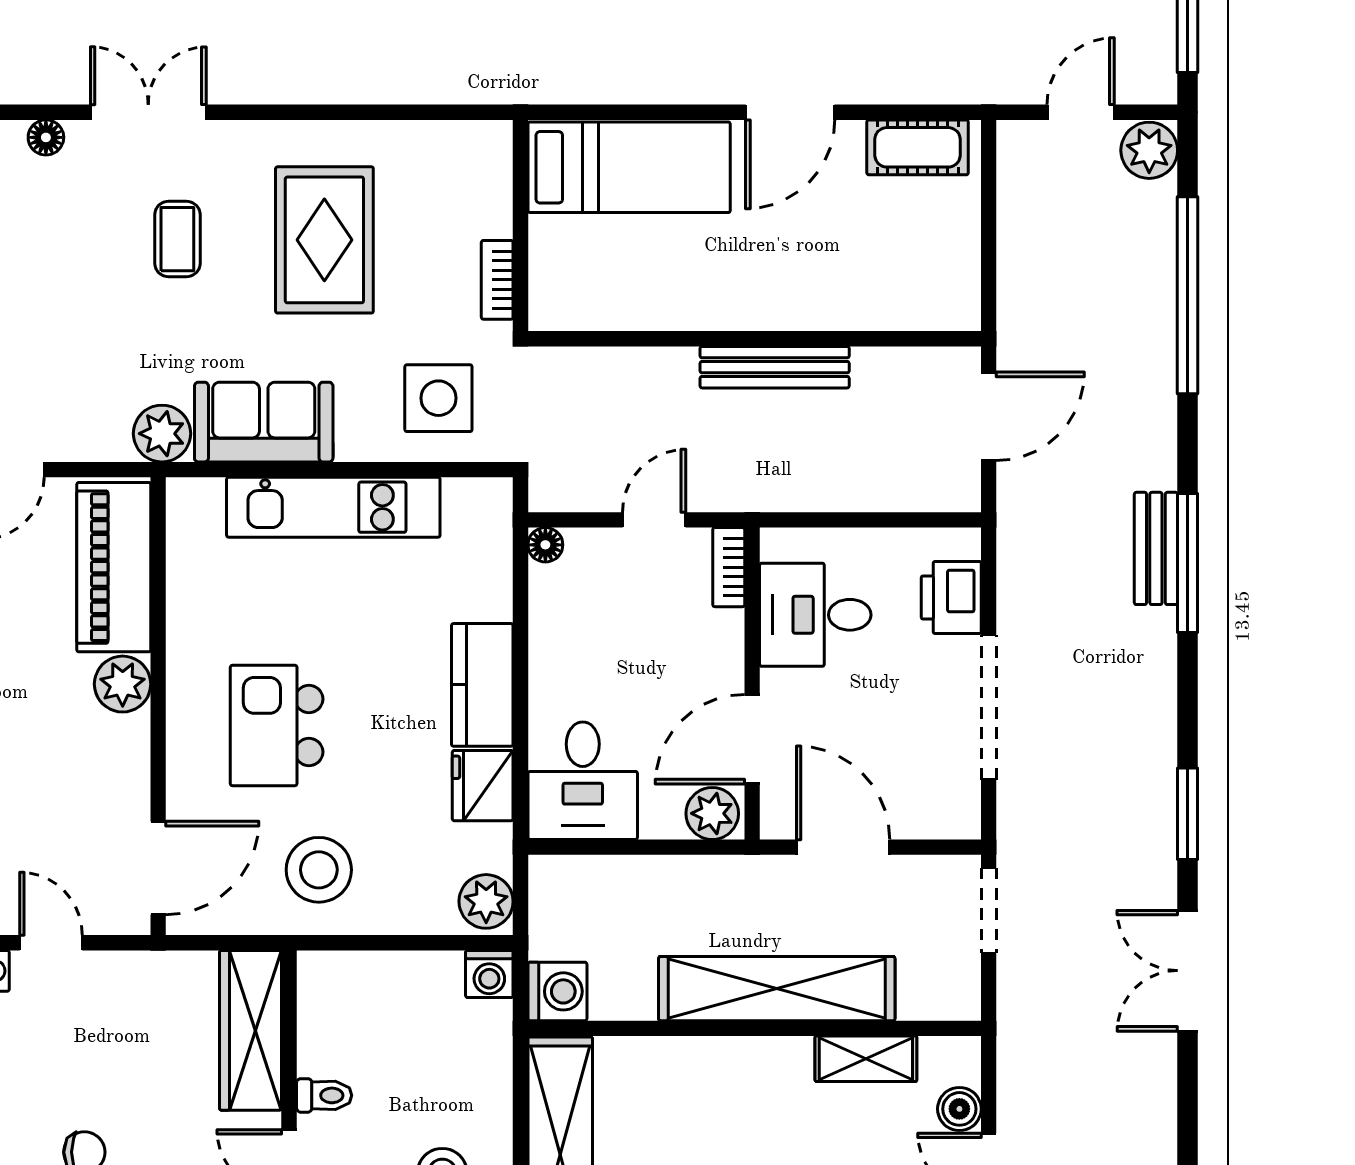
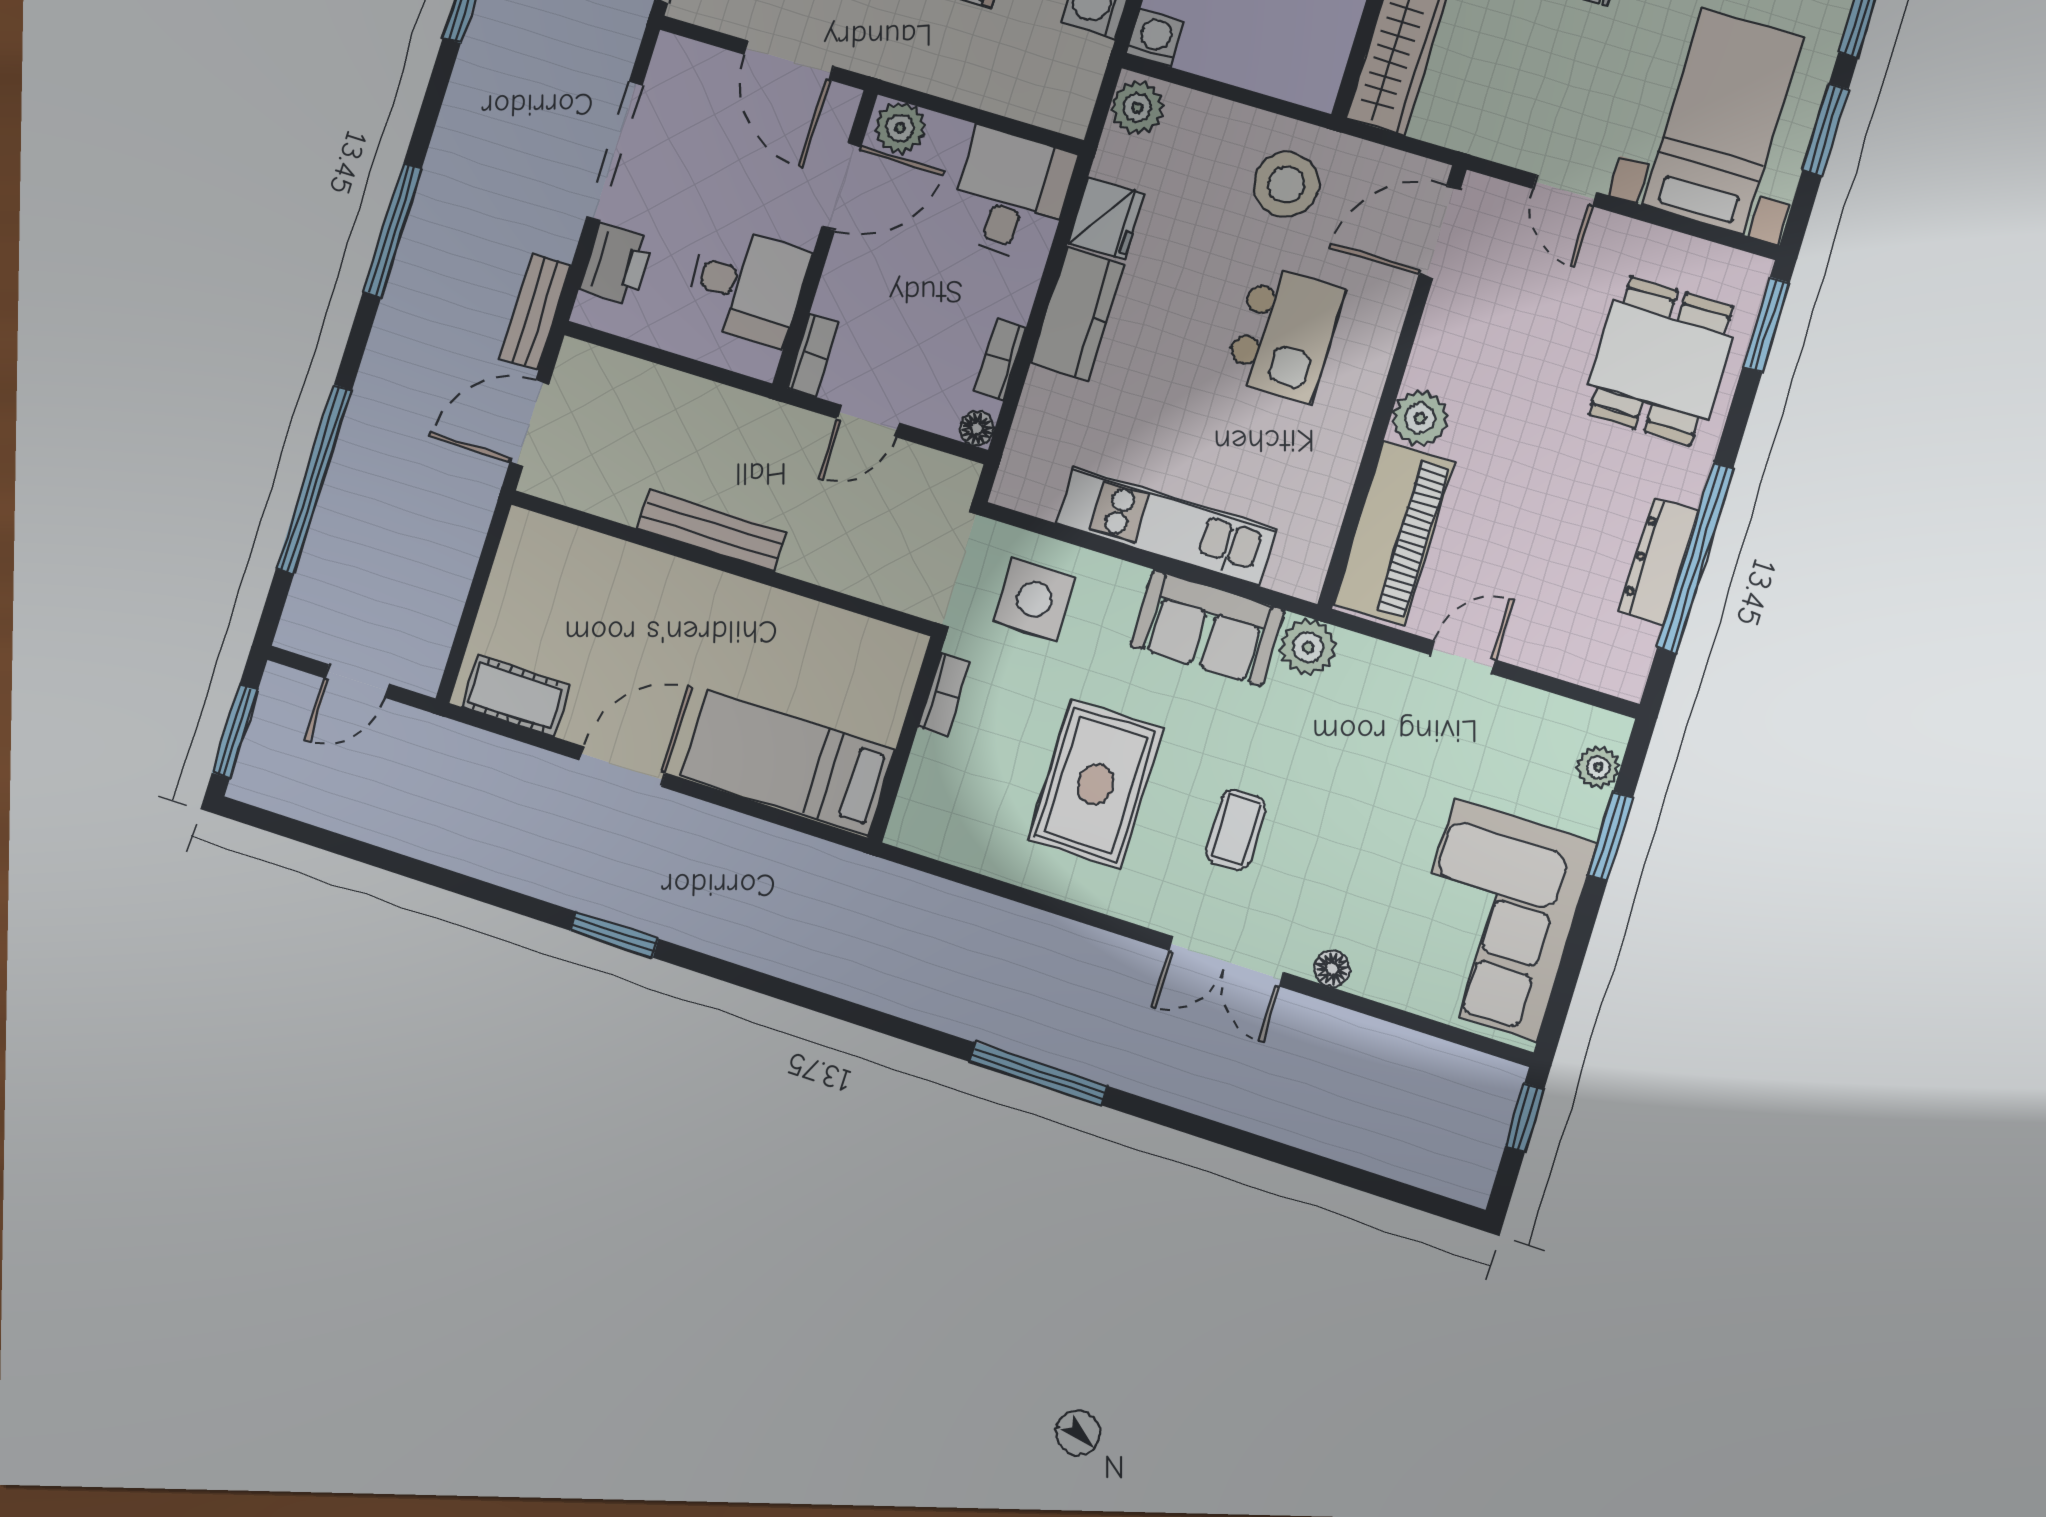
plant: (1149, 150) -> (306, 625), removed
bench: (1156, 548) -> (535, 312), moved
bookcase: (544, 619) -> (1000, 359), added

